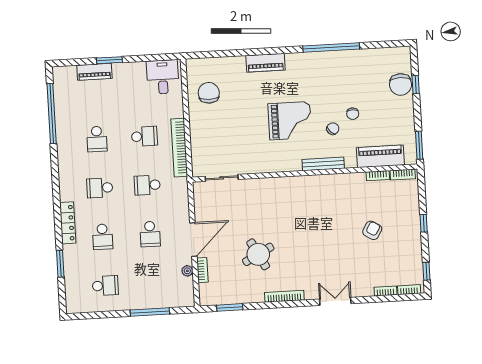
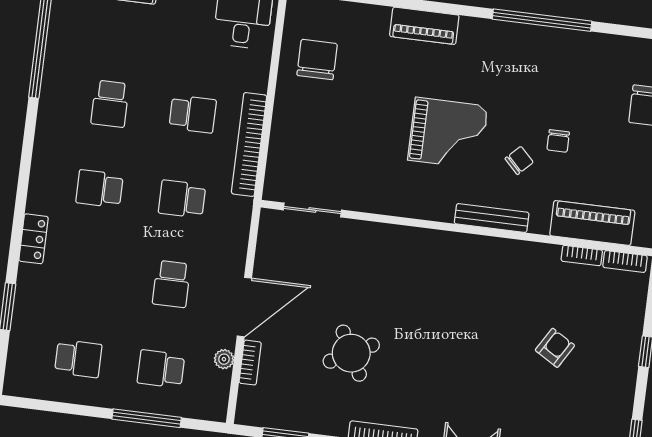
locker: (68, 223) -> (34, 239), width x0.66
school desk: (102, 237) -> (161, 369), moved, turned 90

